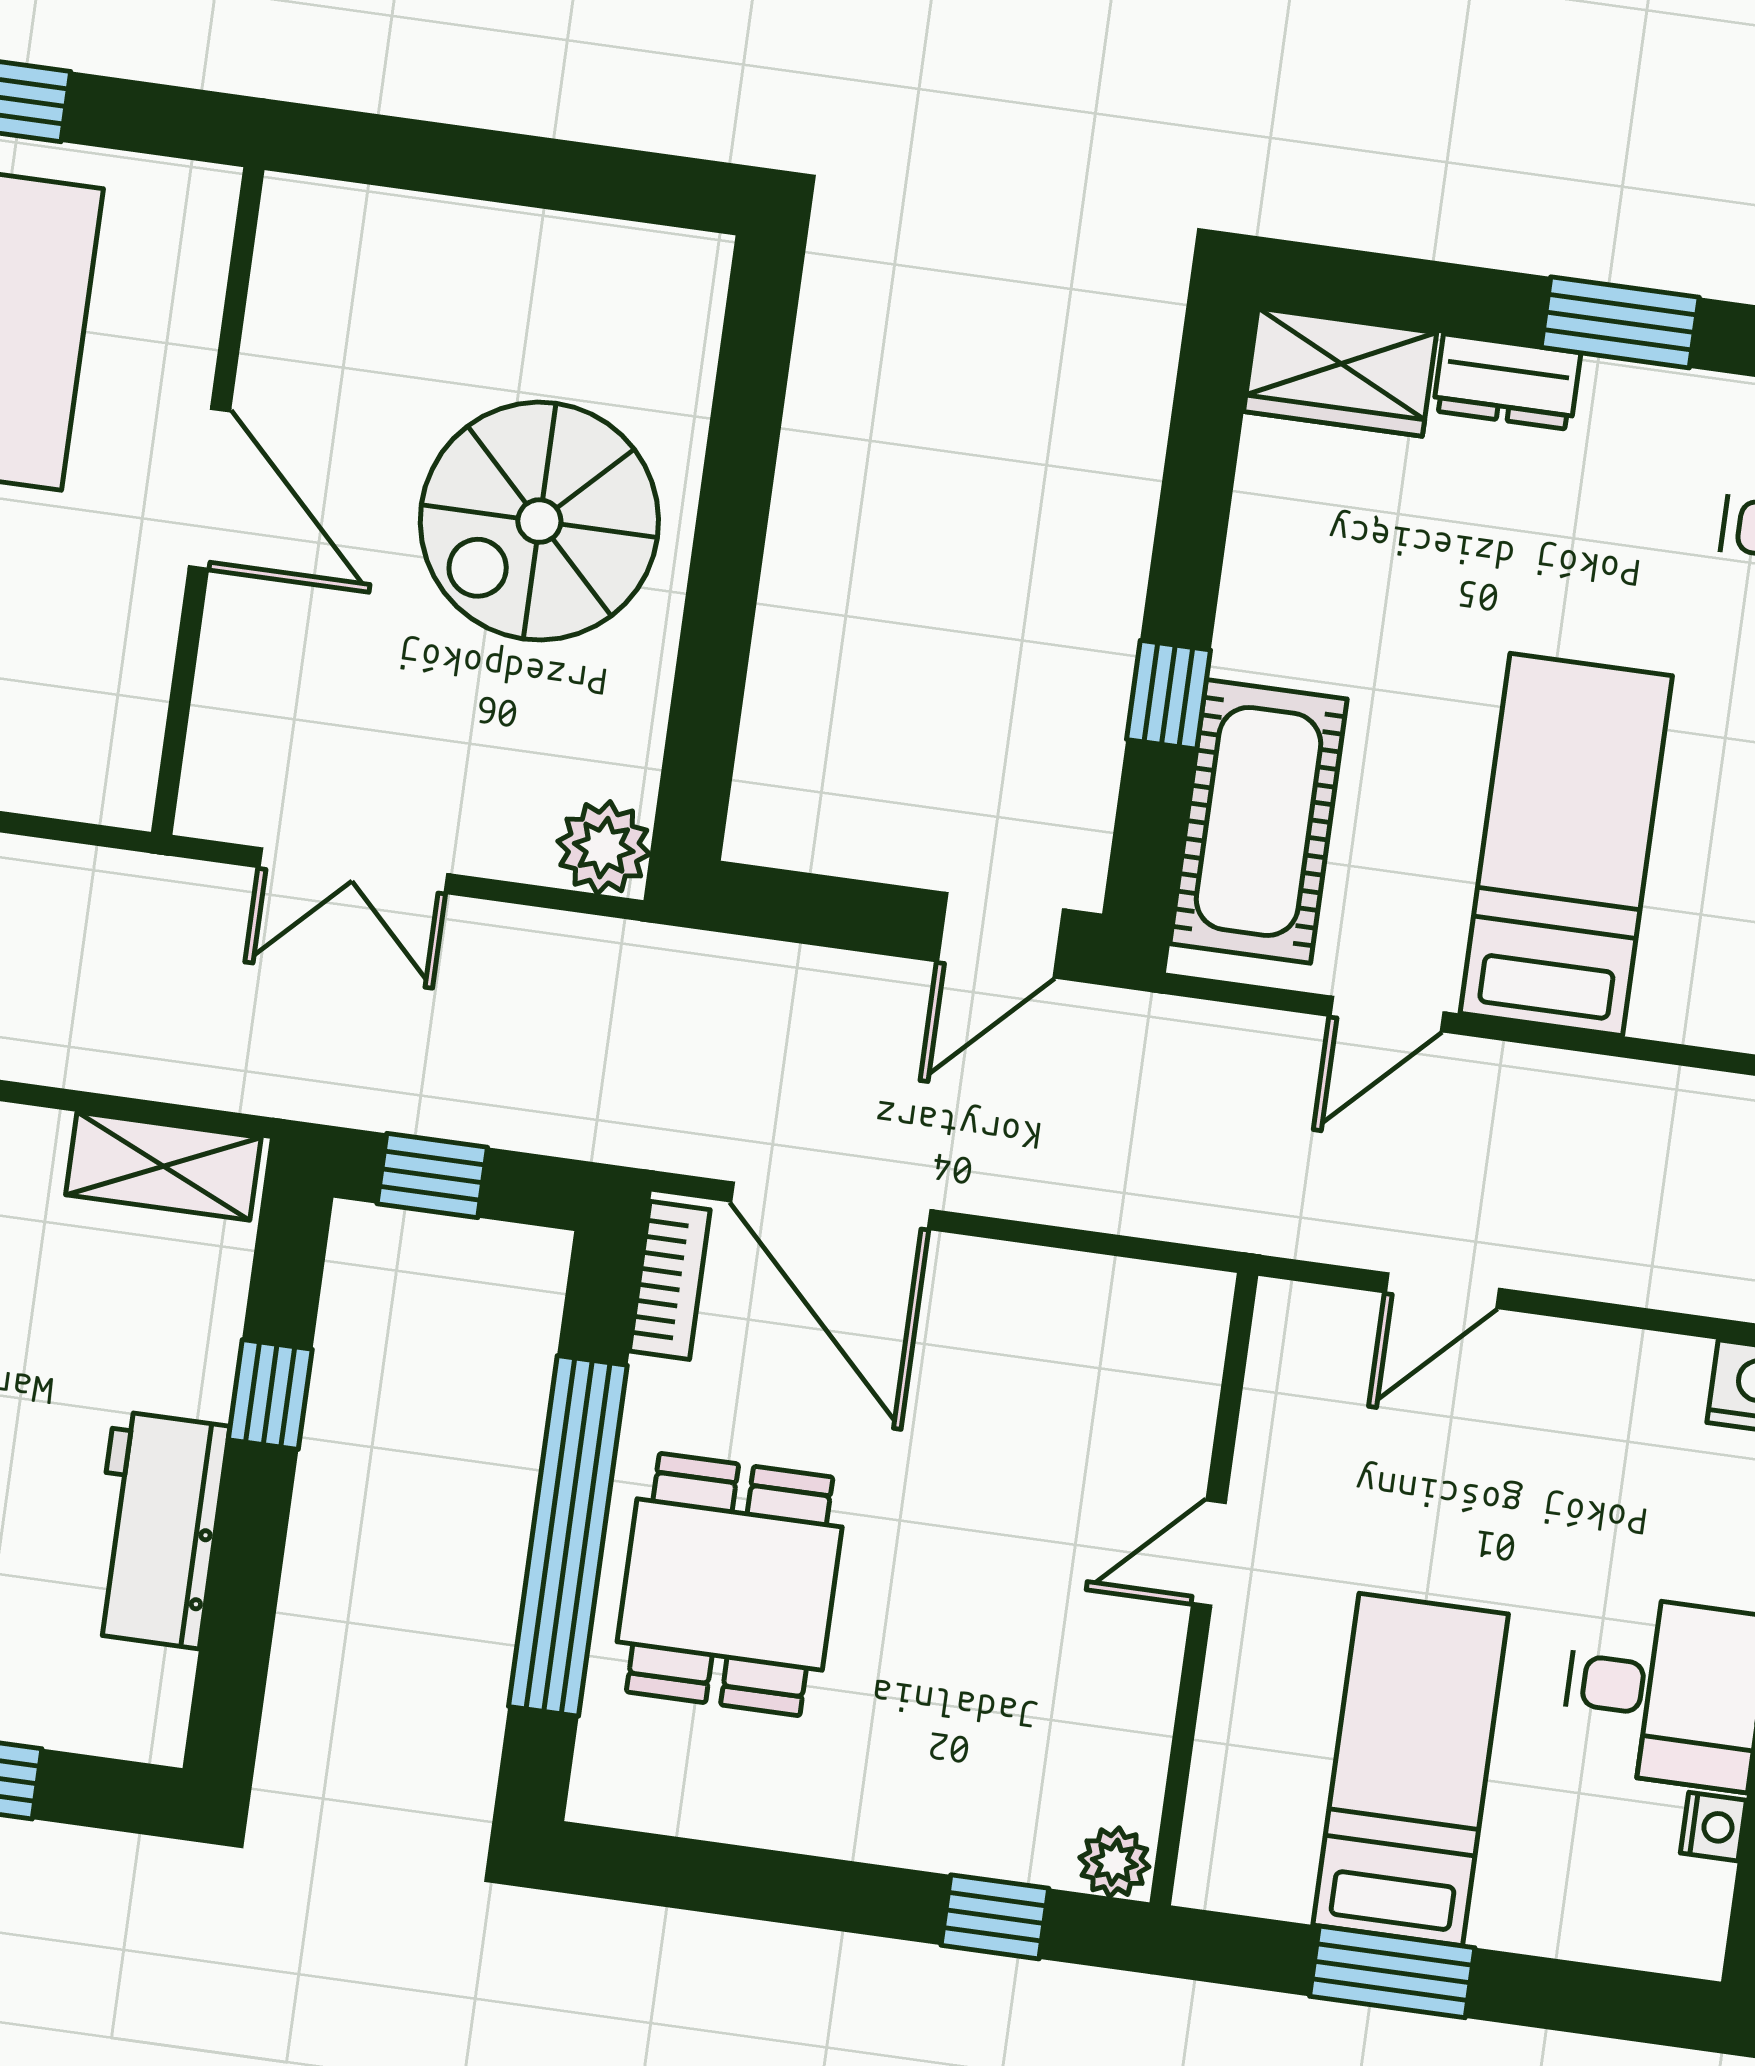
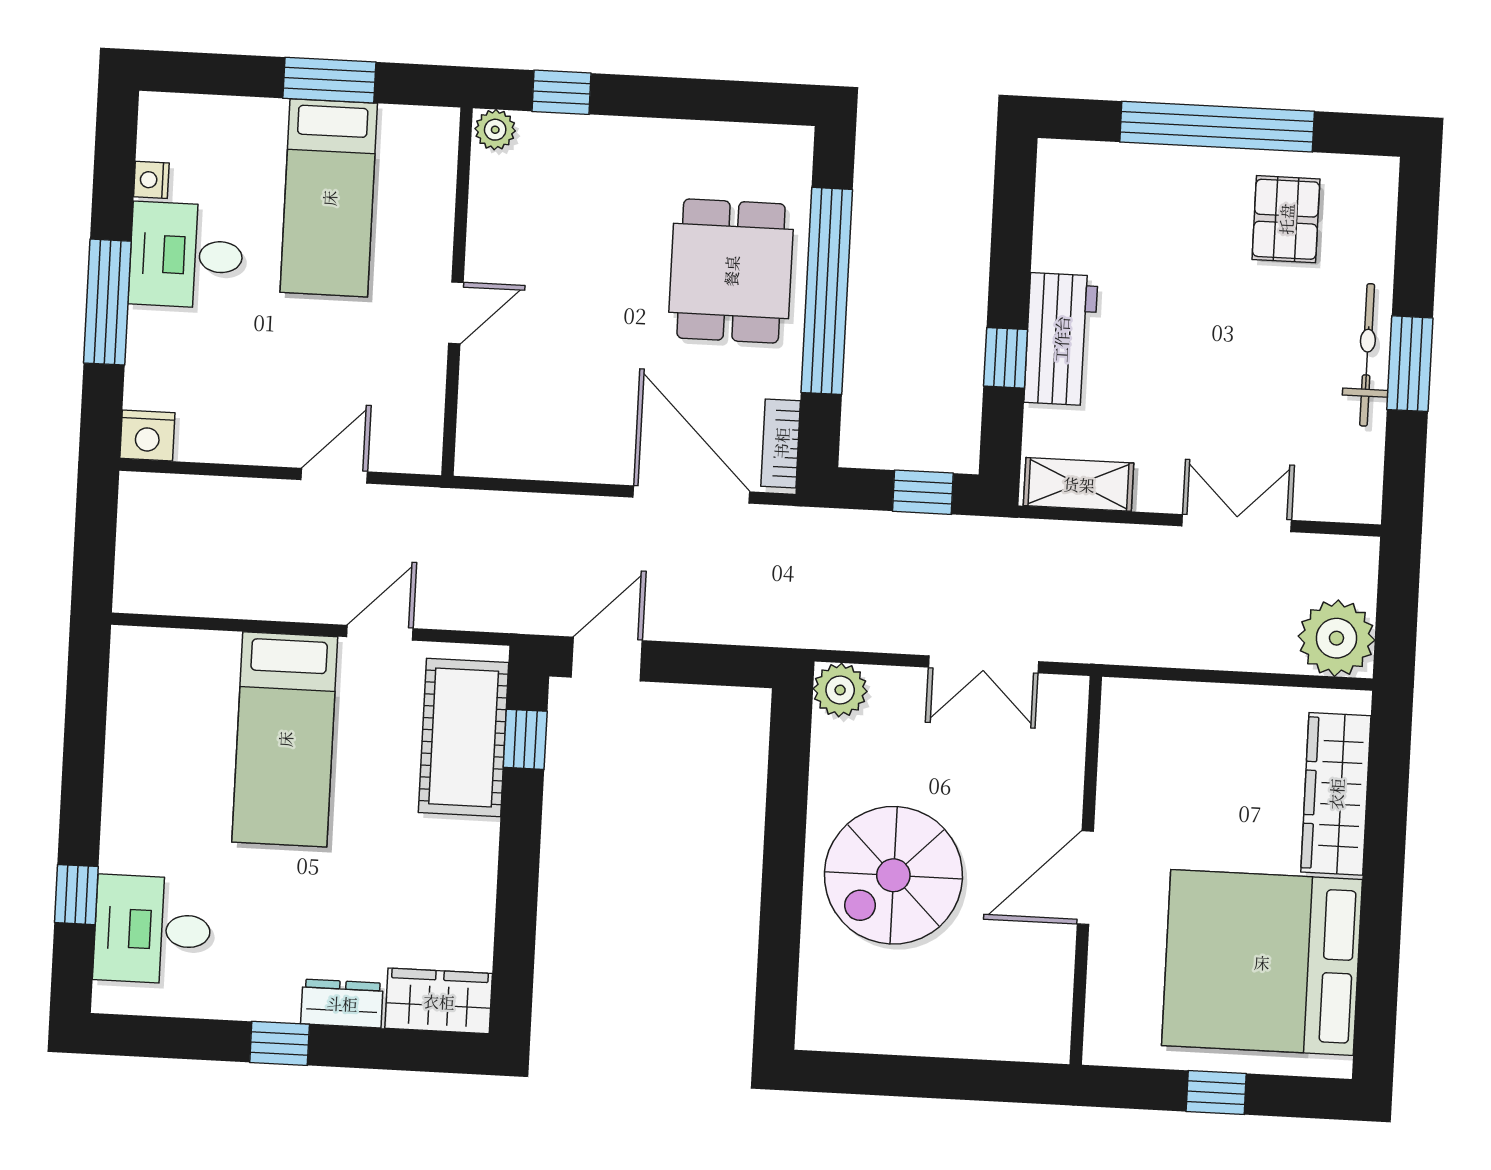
window: (1620, 322) -> (280, 1043), width x0.67
door: (210, 489) -> (1085, 878), hinge flipped
spiral stairs: (539, 521) -> (893, 875), turned 180
window: (1169, 695) -> (525, 739), moved
double door: (353, 871) -> (984, 664), swing flipped
workbench: (157, 1530) -> (1061, 339), moved

